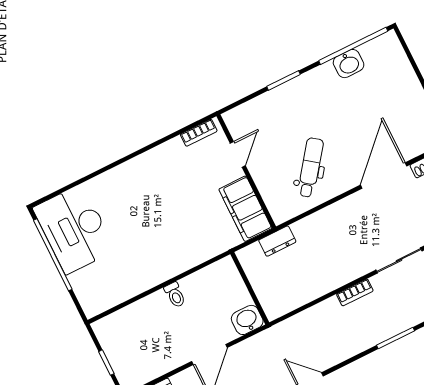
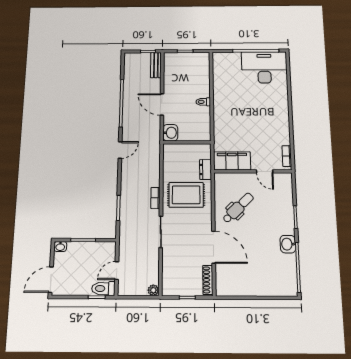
washbasin: (349, 64) -> (288, 244), moved
dental chair: (311, 167) -> (238, 208), turned -81
rug: (329, 251) -> (186, 195), added

